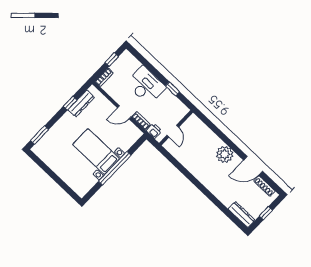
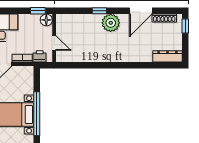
window: (173, 89) -> (38, 11), moved
floor lamp: (182, 110) -> (46, 20), added
window: (225, 139) -> (99, 11), added
window: (266, 213) -> (185, 26), moved

